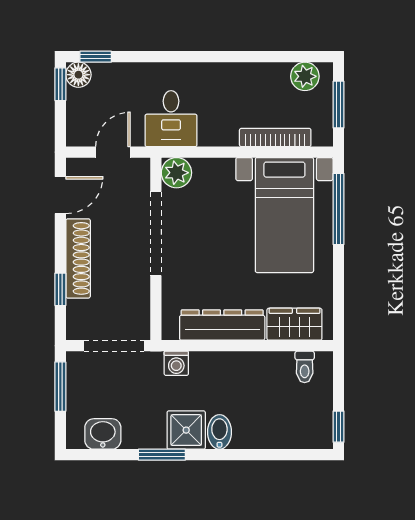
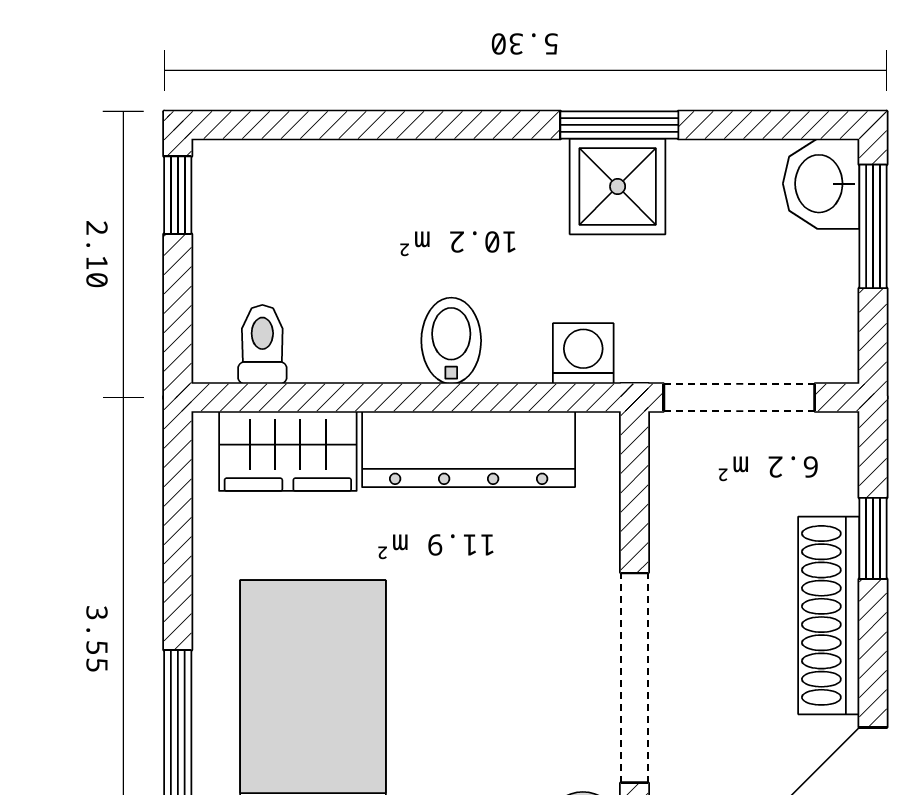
window: (60, 387) -> (873, 226), moved
shower: (186, 430) -> (618, 186), moved
bidet: (219, 432) -> (451, 341), moved, turned 180
washbasin: (103, 434) -> (821, 184), moved, turned 90

